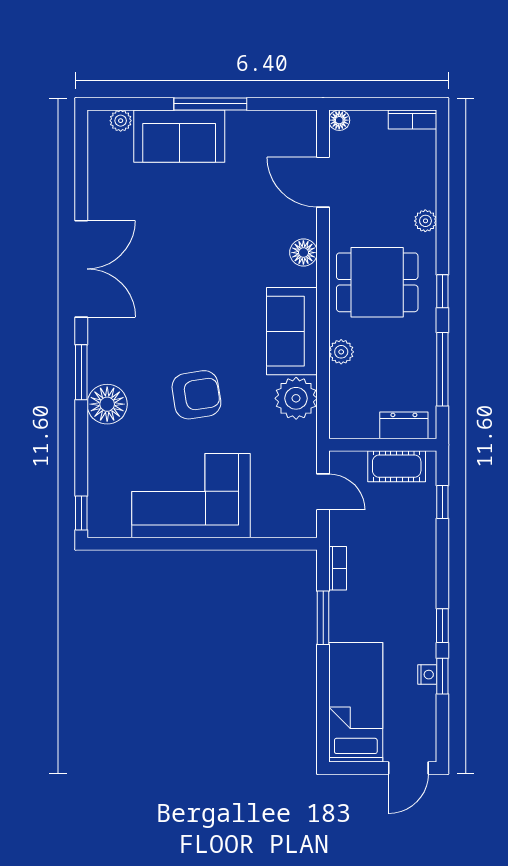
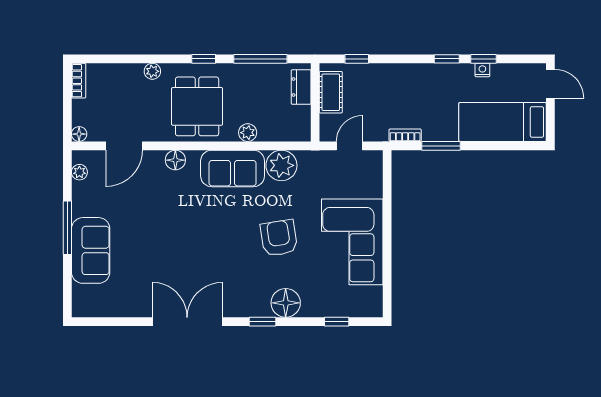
plant: (121, 121) -> (79, 172), moved
window: (81, 372) -> (262, 322), width x0.67
window: (81, 513) -> (337, 322), moved

